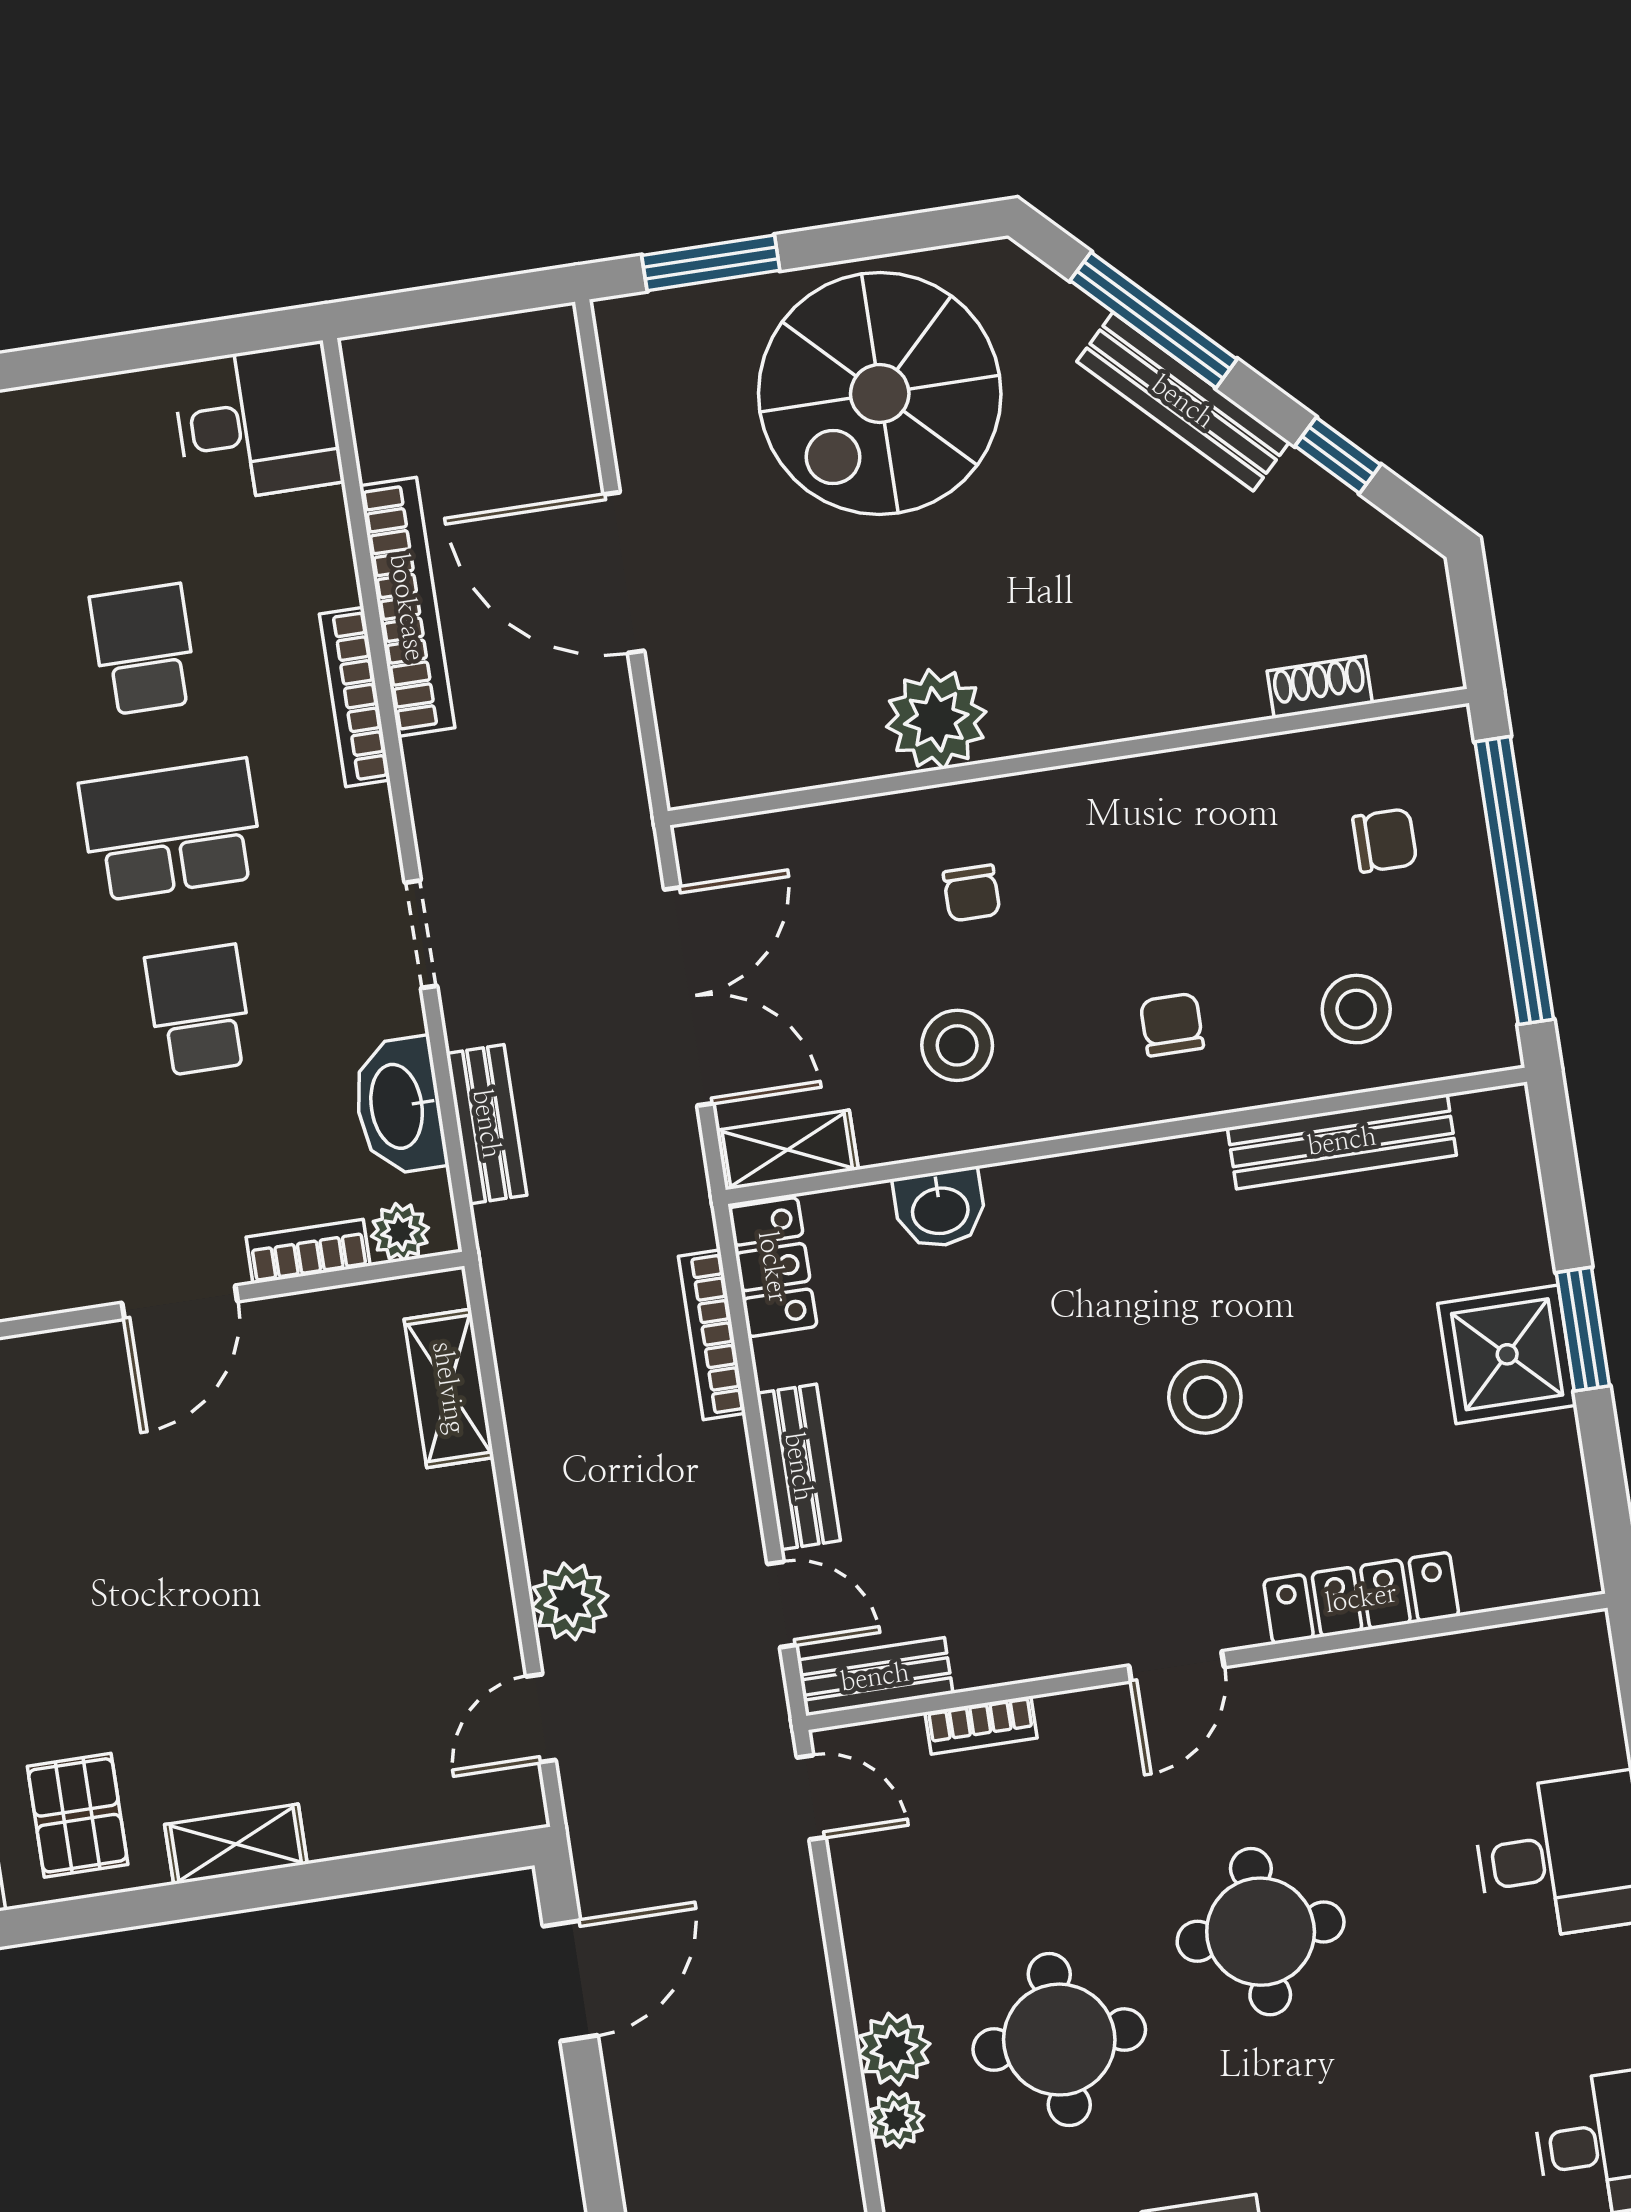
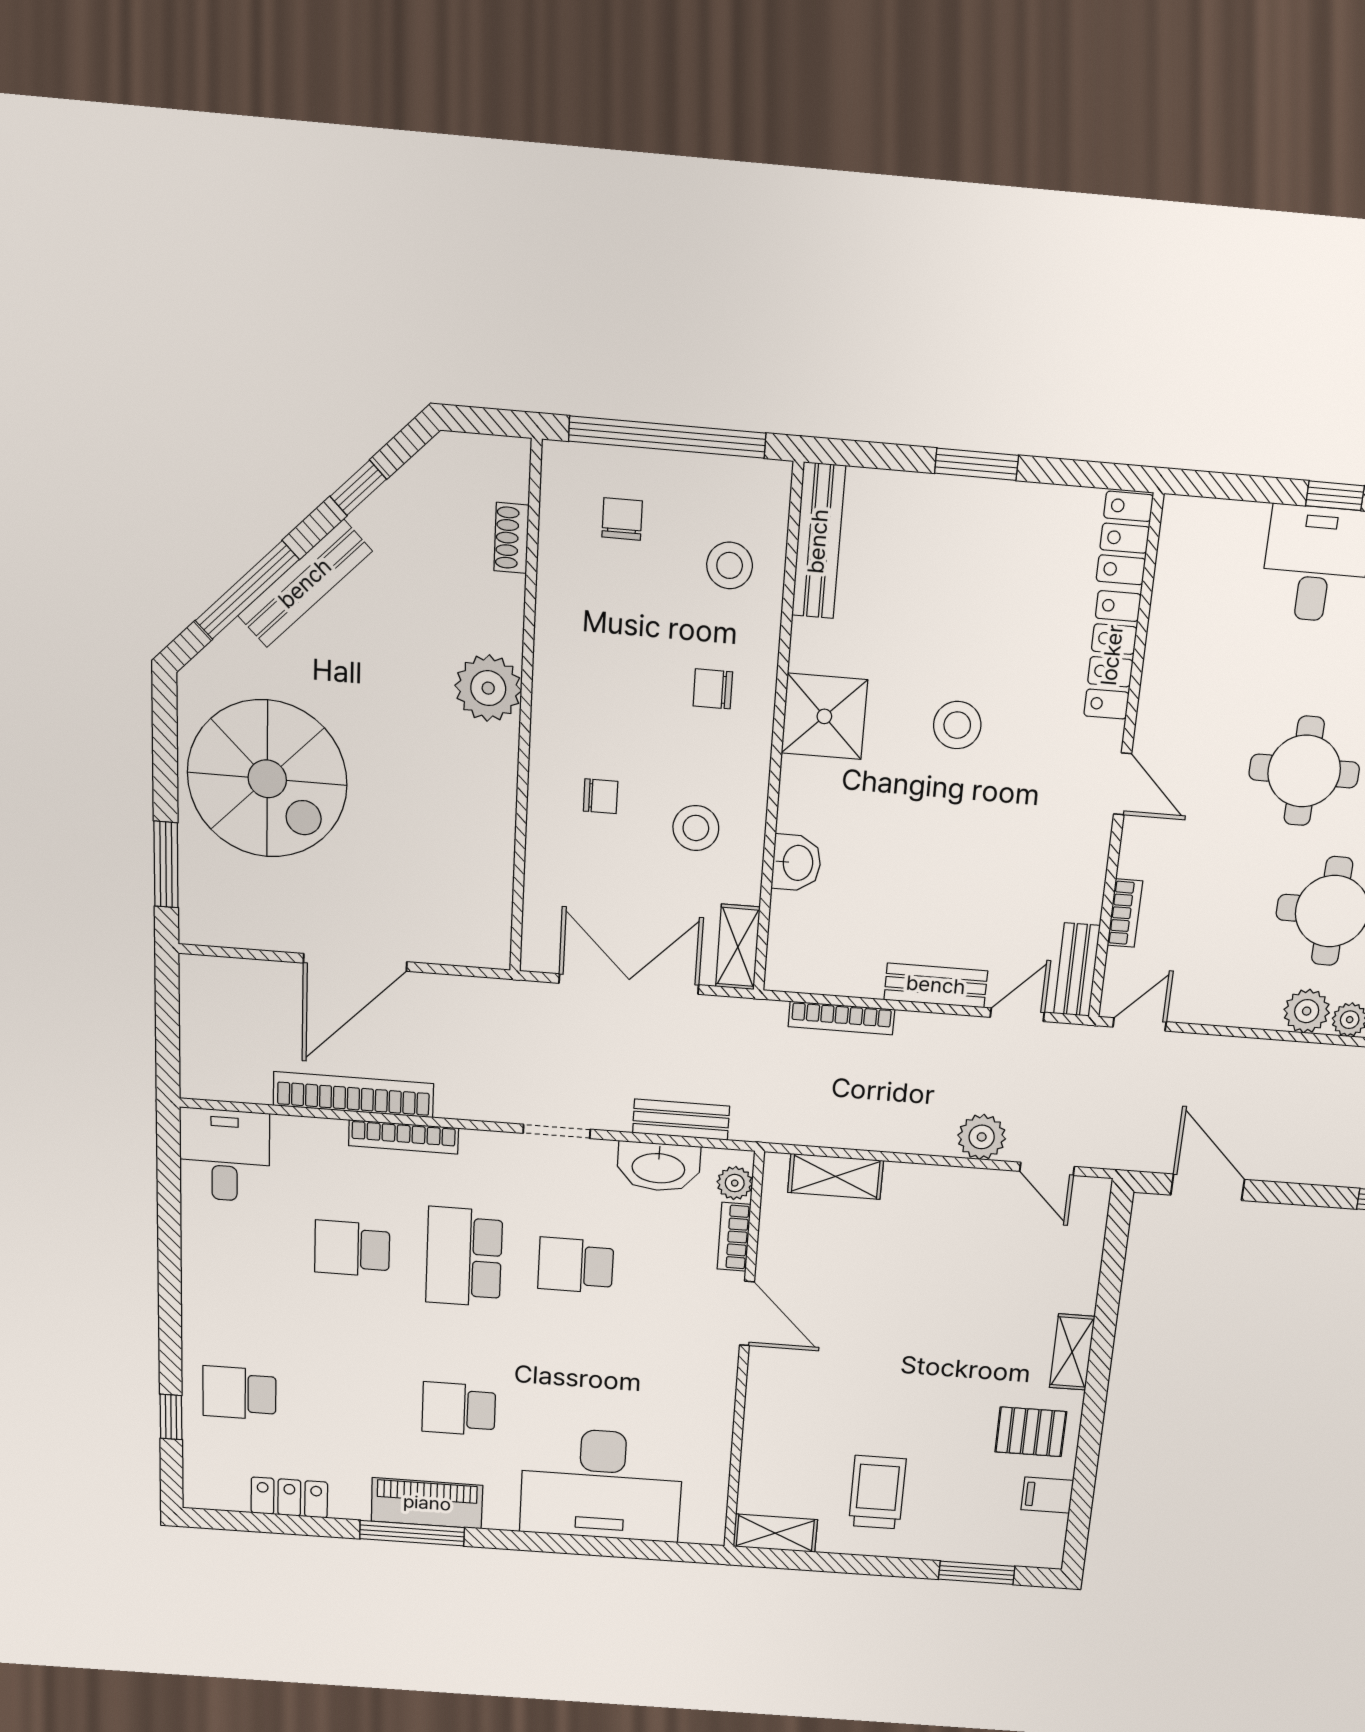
plant: (936, 719) -> (488, 688), moved
bench: (1342, 1141) -> (818, 541), moved
locker: (773, 1267) -> (1125, 538), moved, turned -90
shower: (1507, 1354) -> (824, 716), moved

